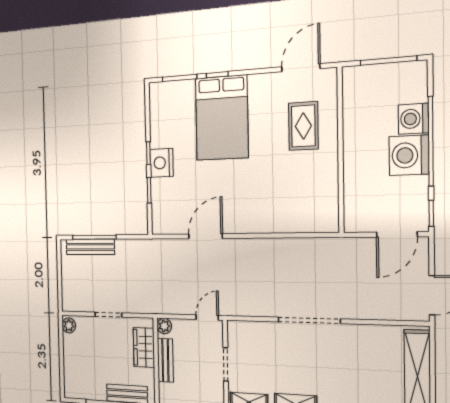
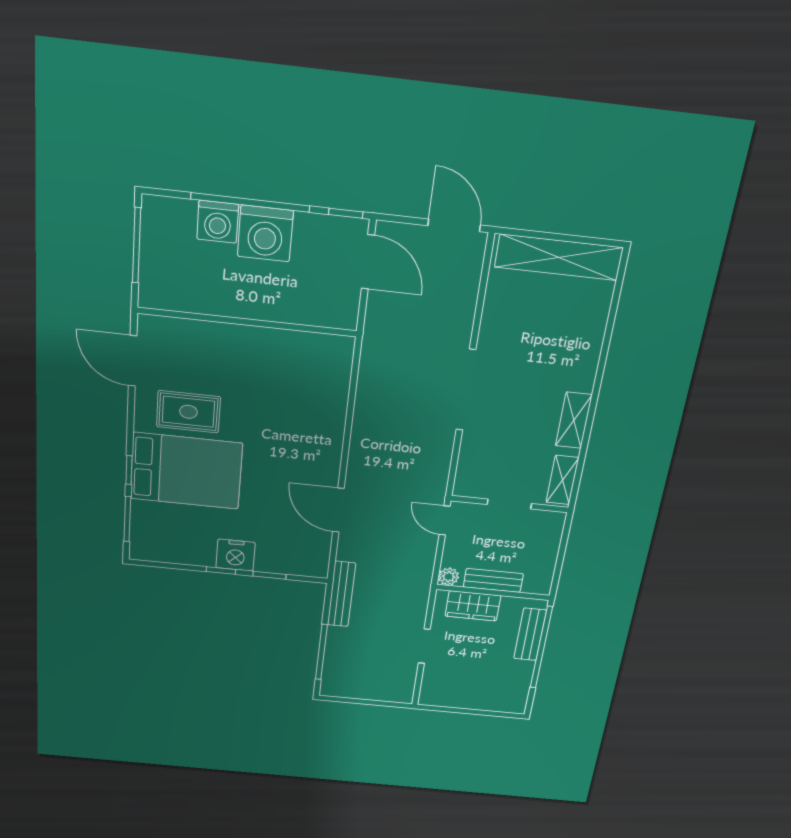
rug: (303, 126) -> (188, 412), moved
bench: (90, 247) -> (341, 594), moved
plant: (69, 325) -> (432, 697), removed

